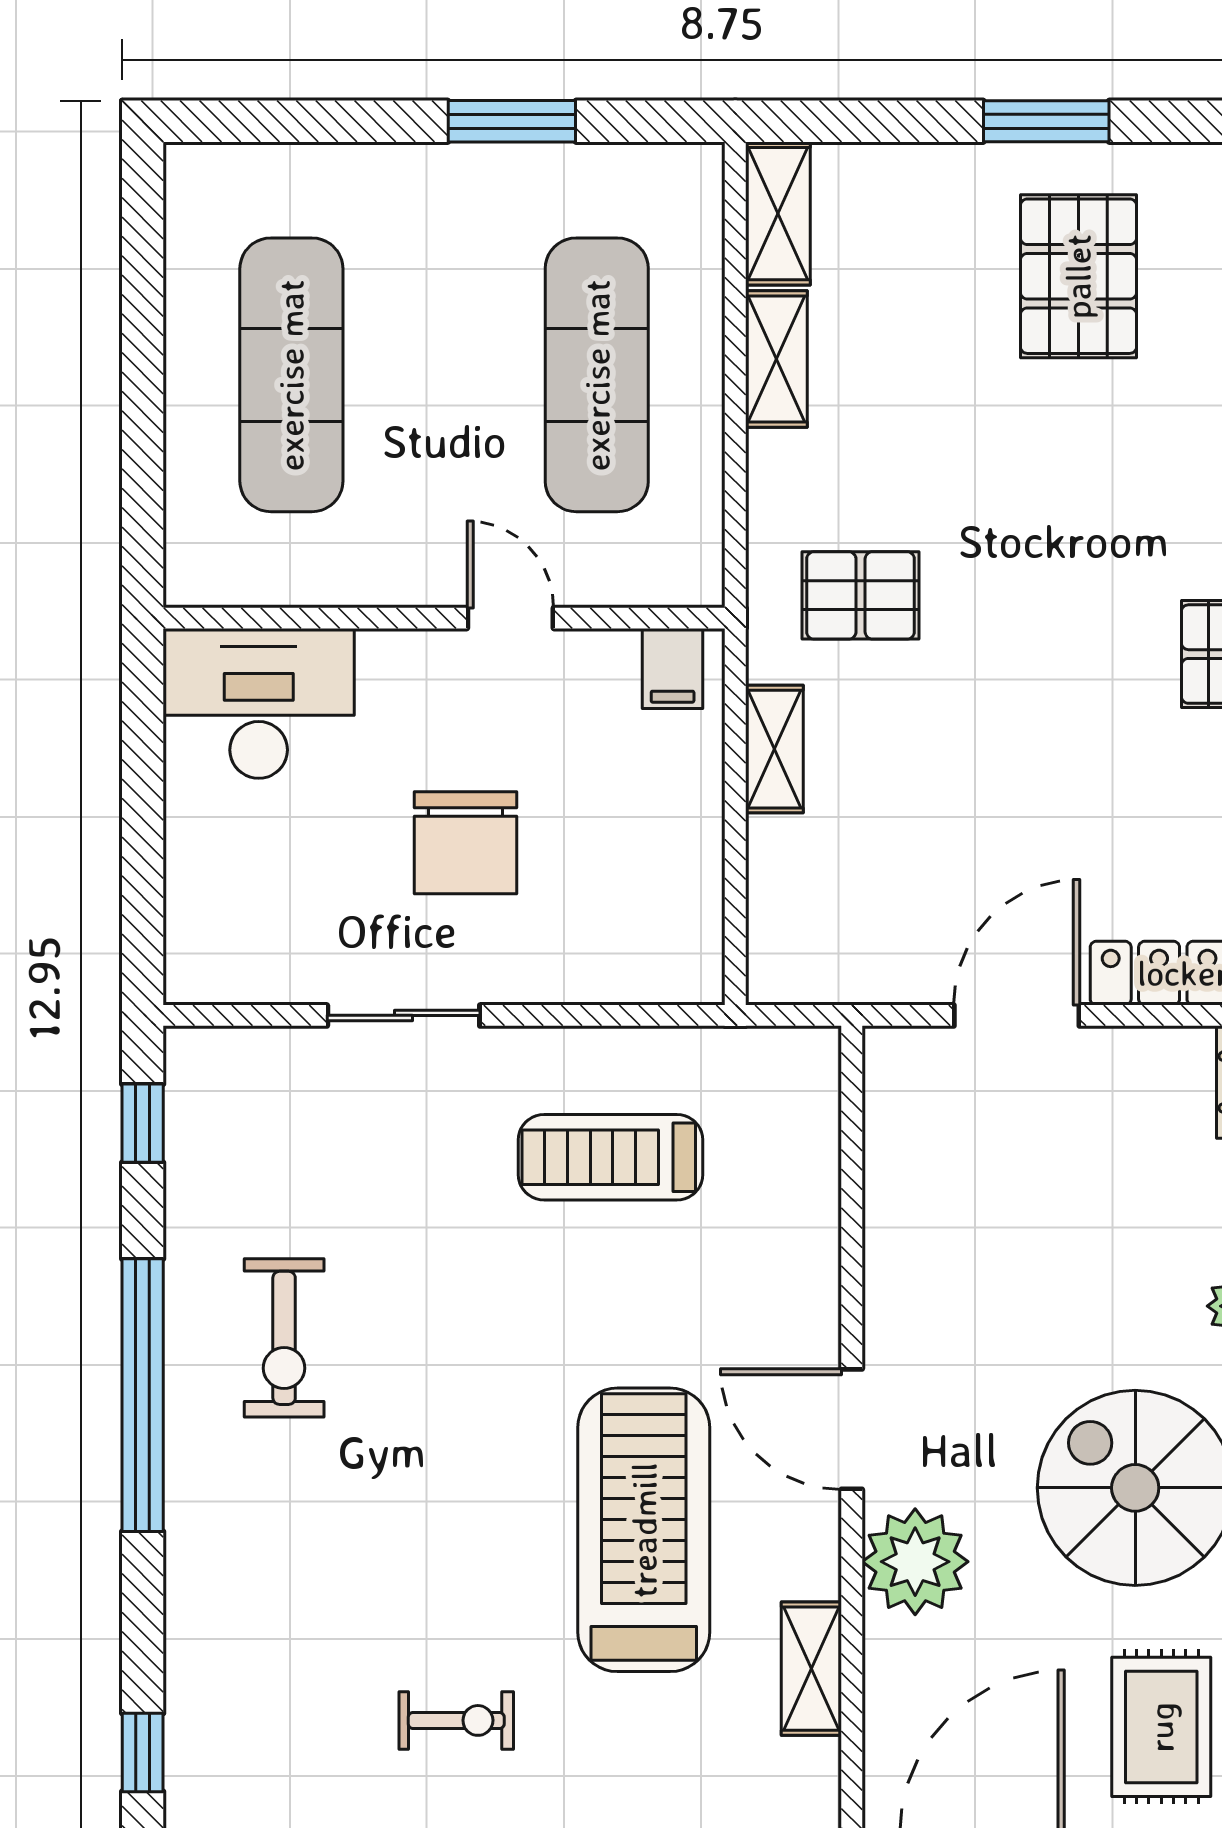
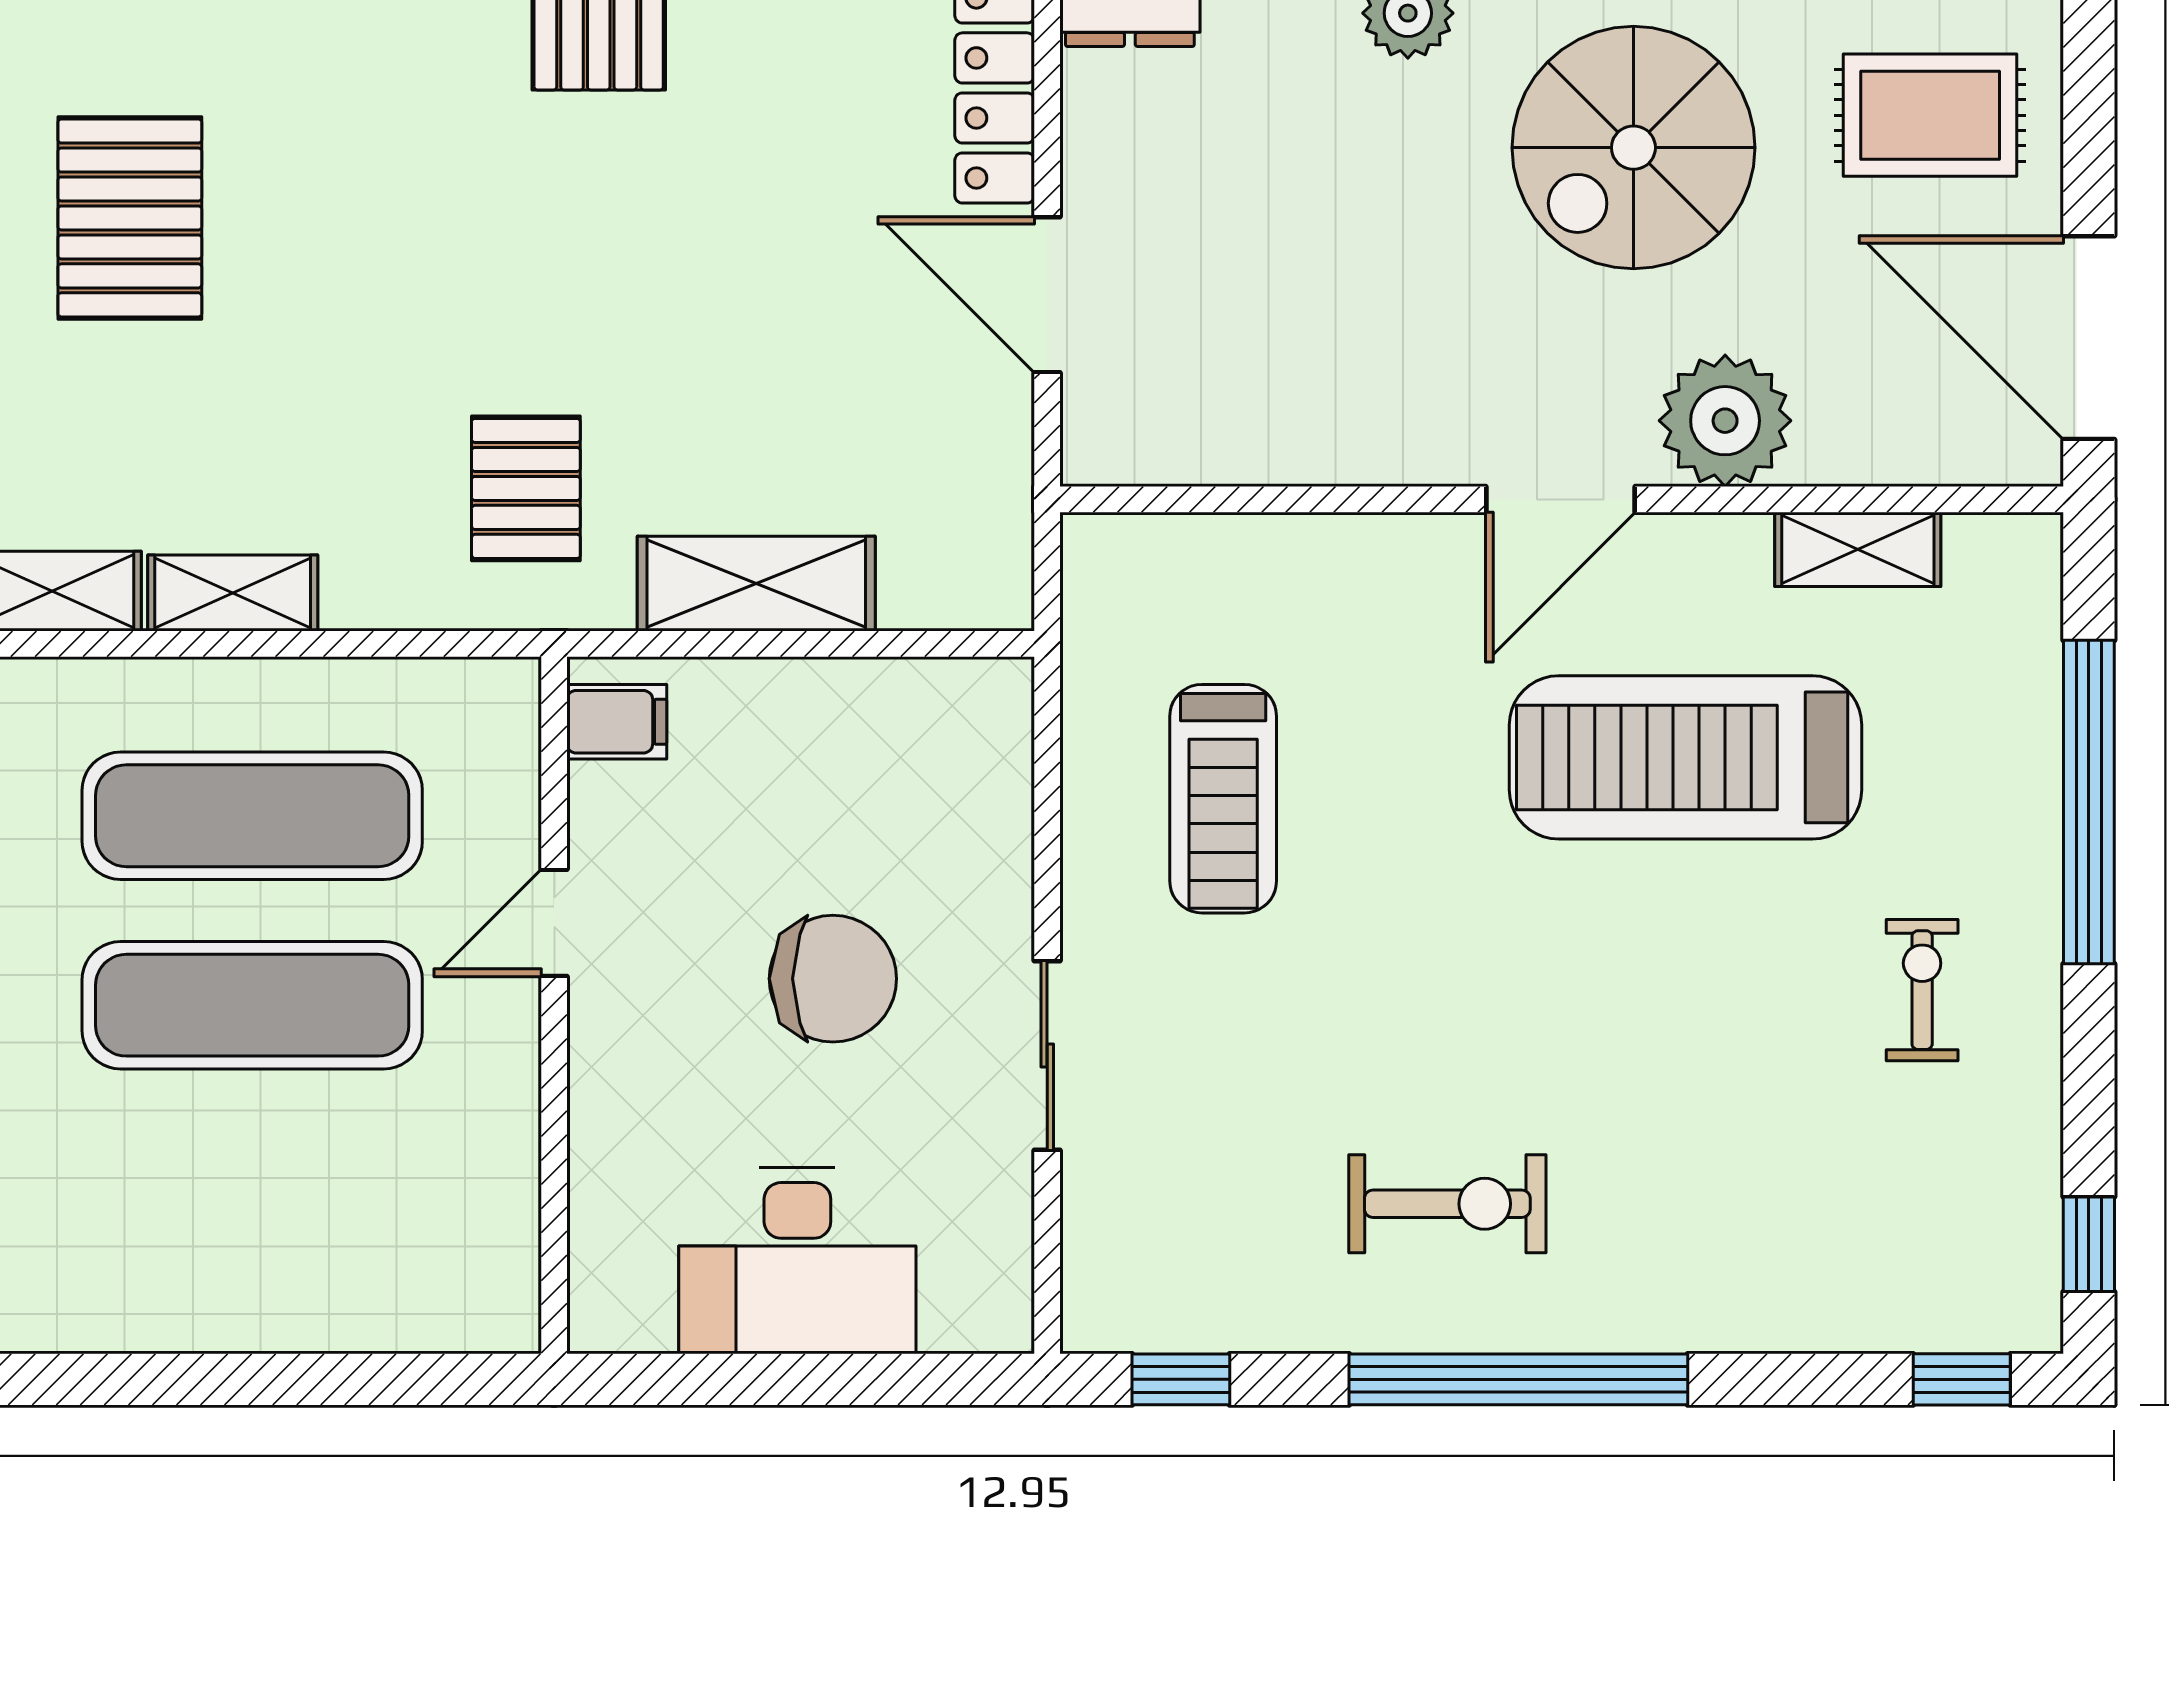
pallet: (1078, 276) -> (130, 218), turned 90
exercise mat: (291, 375) -> (252, 1005), moved
desk: (259, 703) -> (797, 1261), moved, turned -90
shelving: (774, 749) -> (756, 584), width x1.50, depth x1.33

